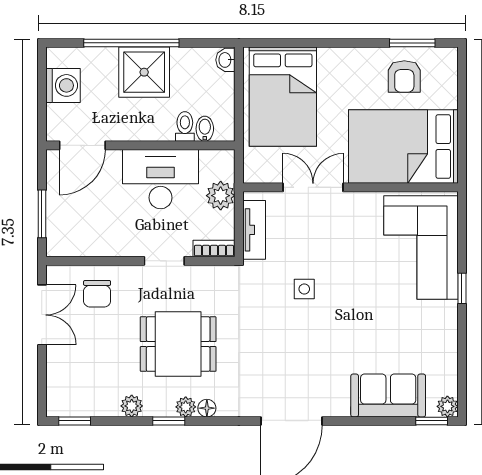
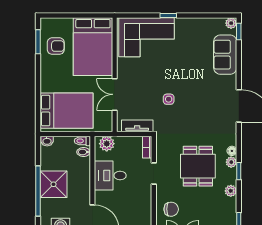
toilet: (185, 126) -> (82, 141), moved
desk: (161, 179) -> (110, 176), width x0.73
plant: (221, 196) -> (107, 144), moved

